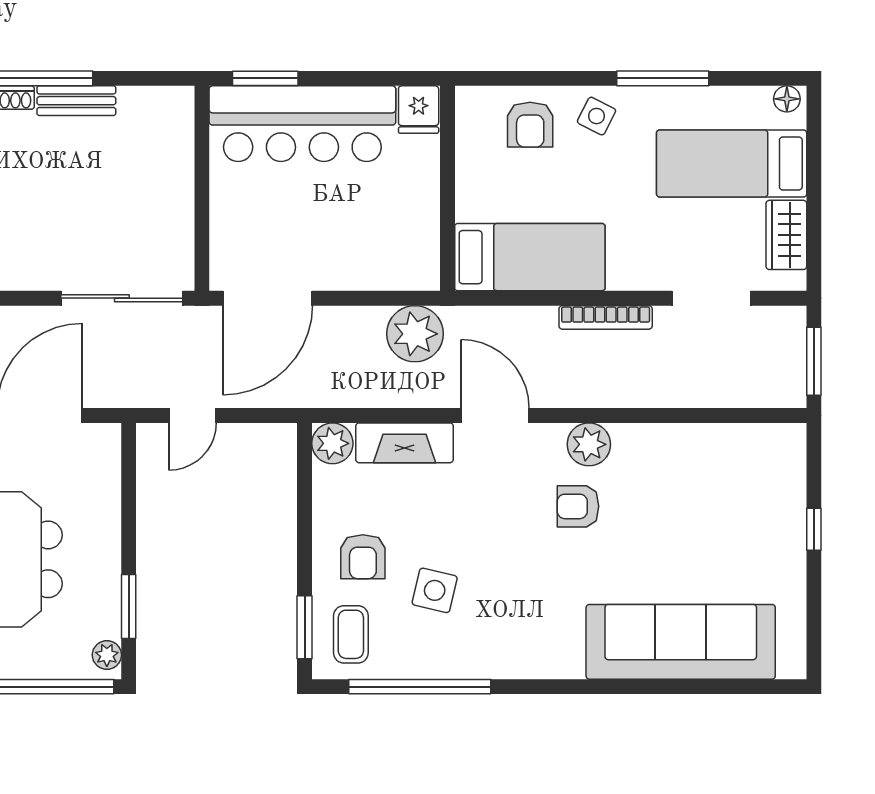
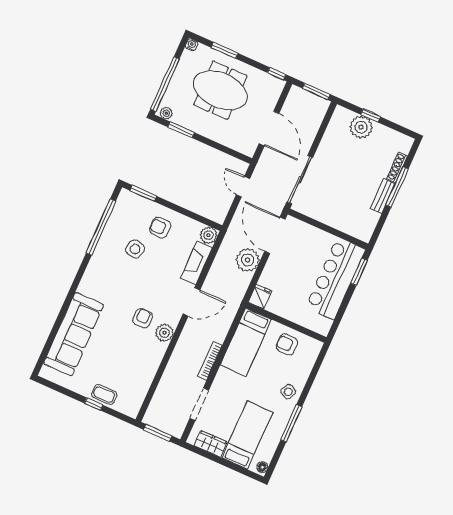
fridge: (419, 110) -> (260, 297), moved, turned 90
armchair: (530, 125) -> (287, 344), moved
plant: (415, 334) -> (248, 260), moved
coffee table: (351, 634) -> (104, 394), moved

